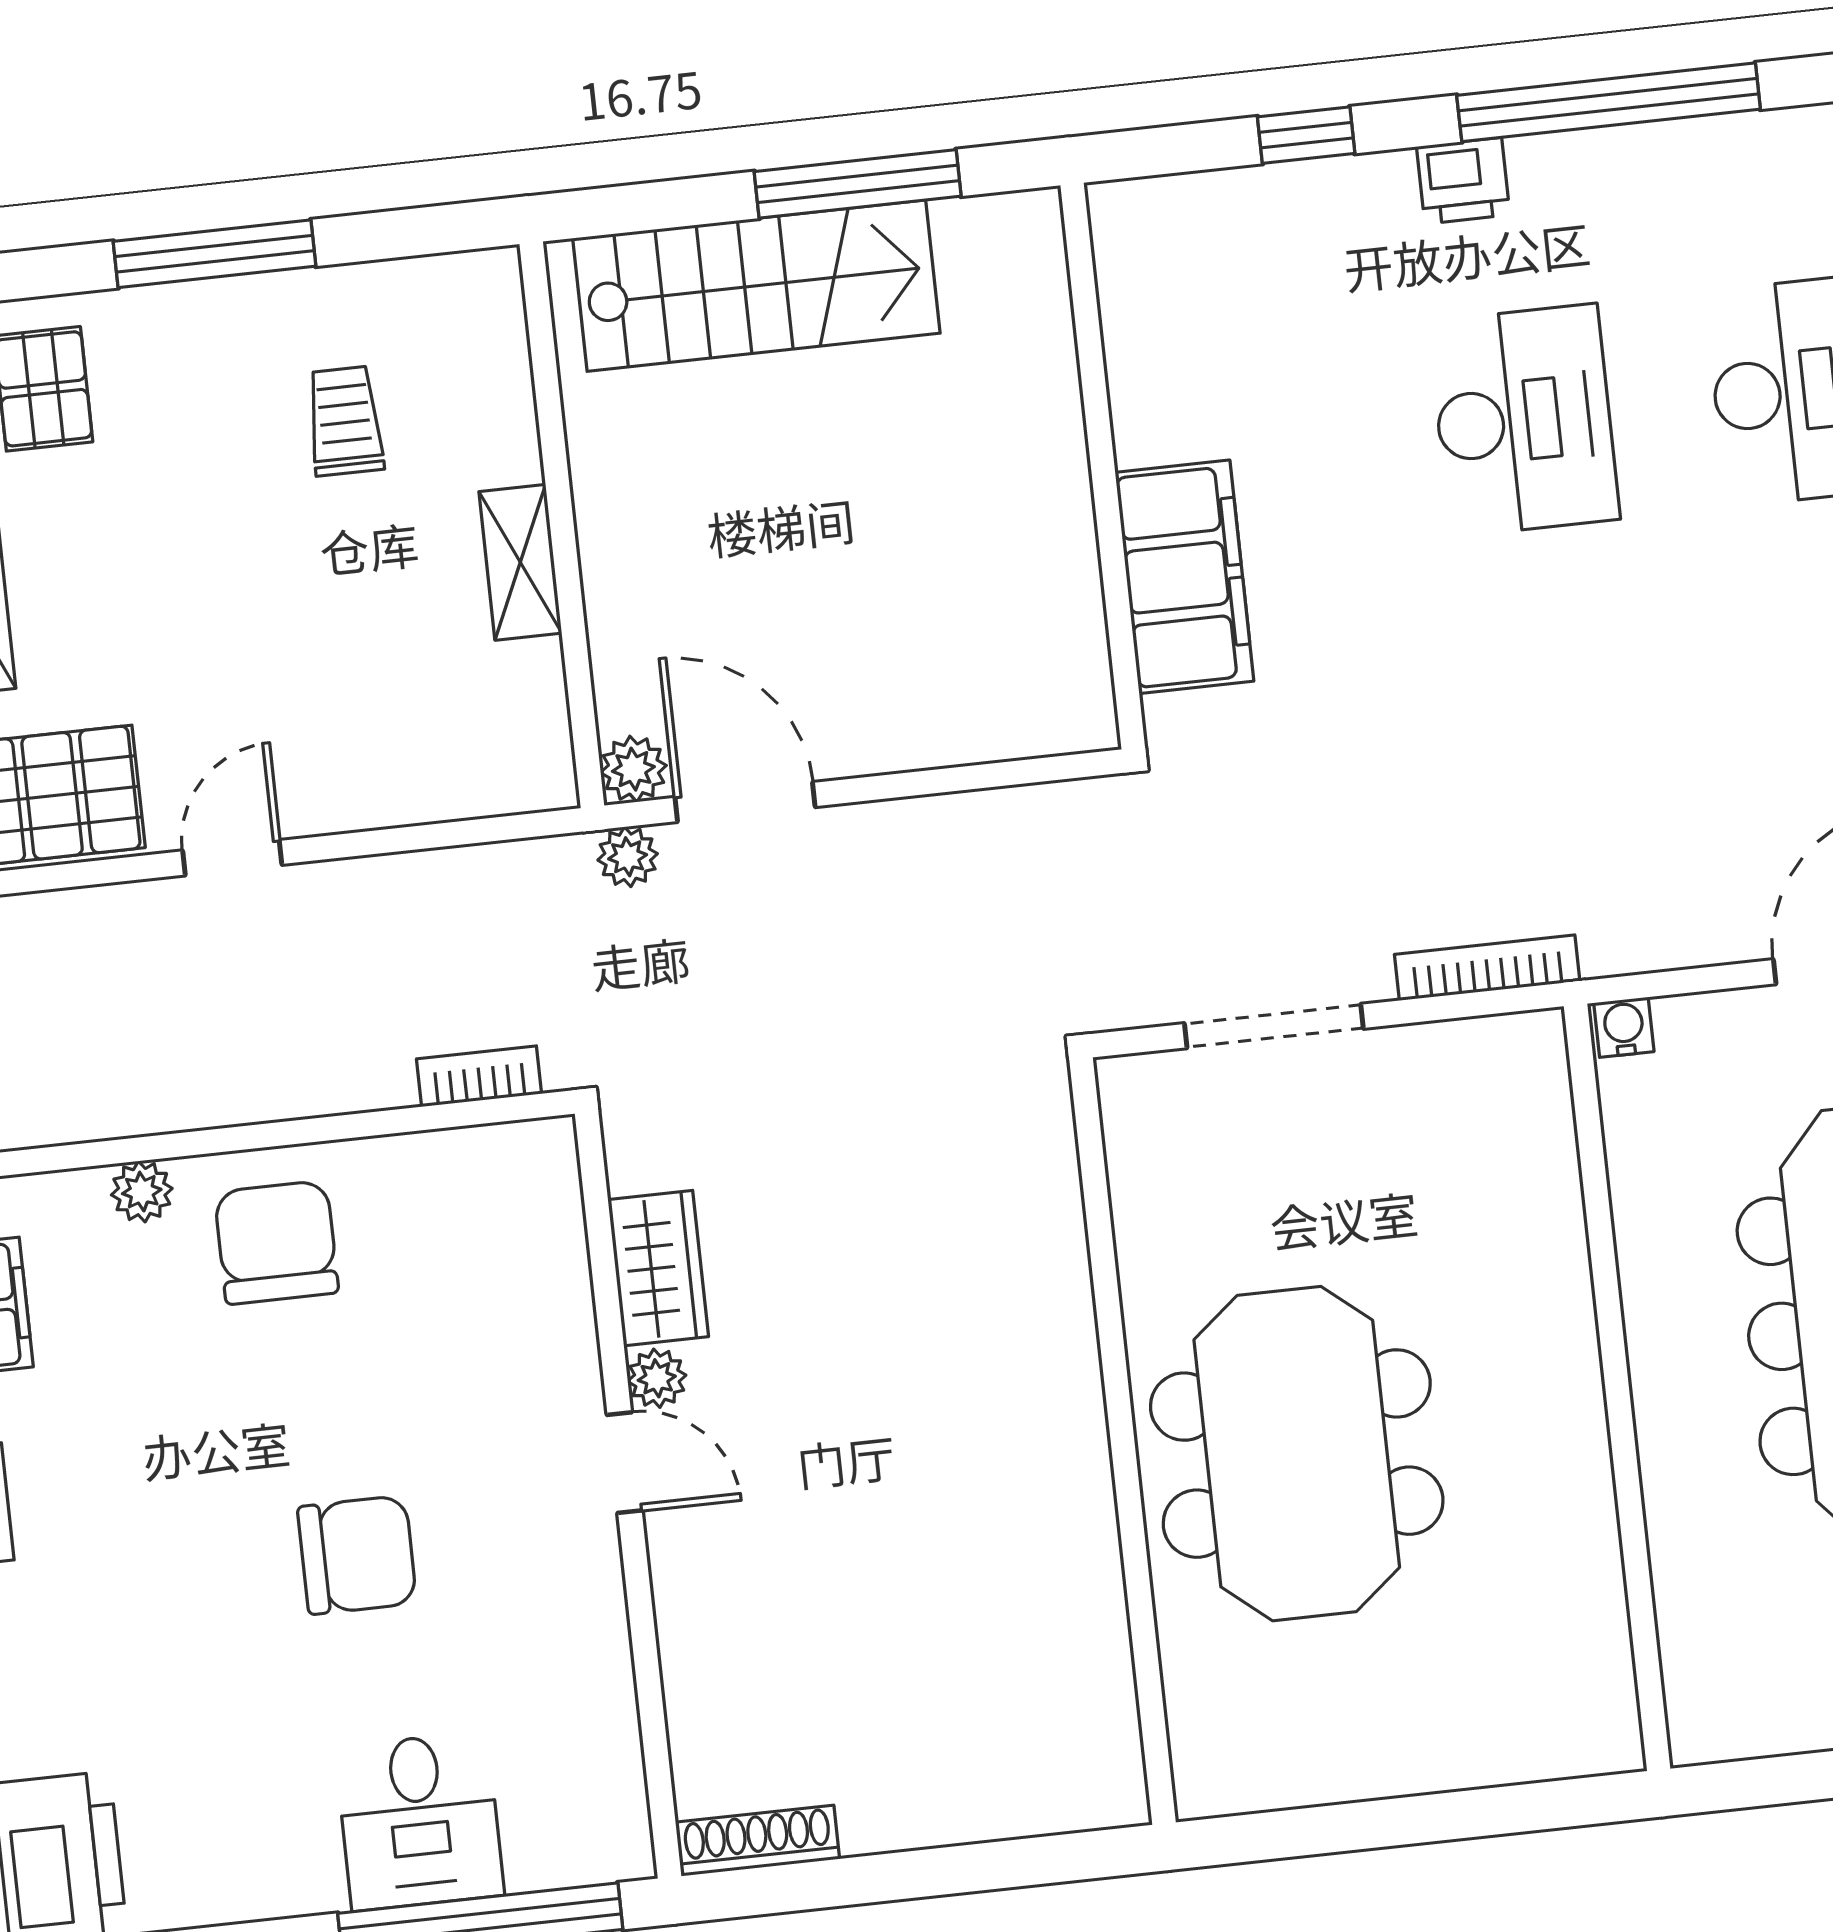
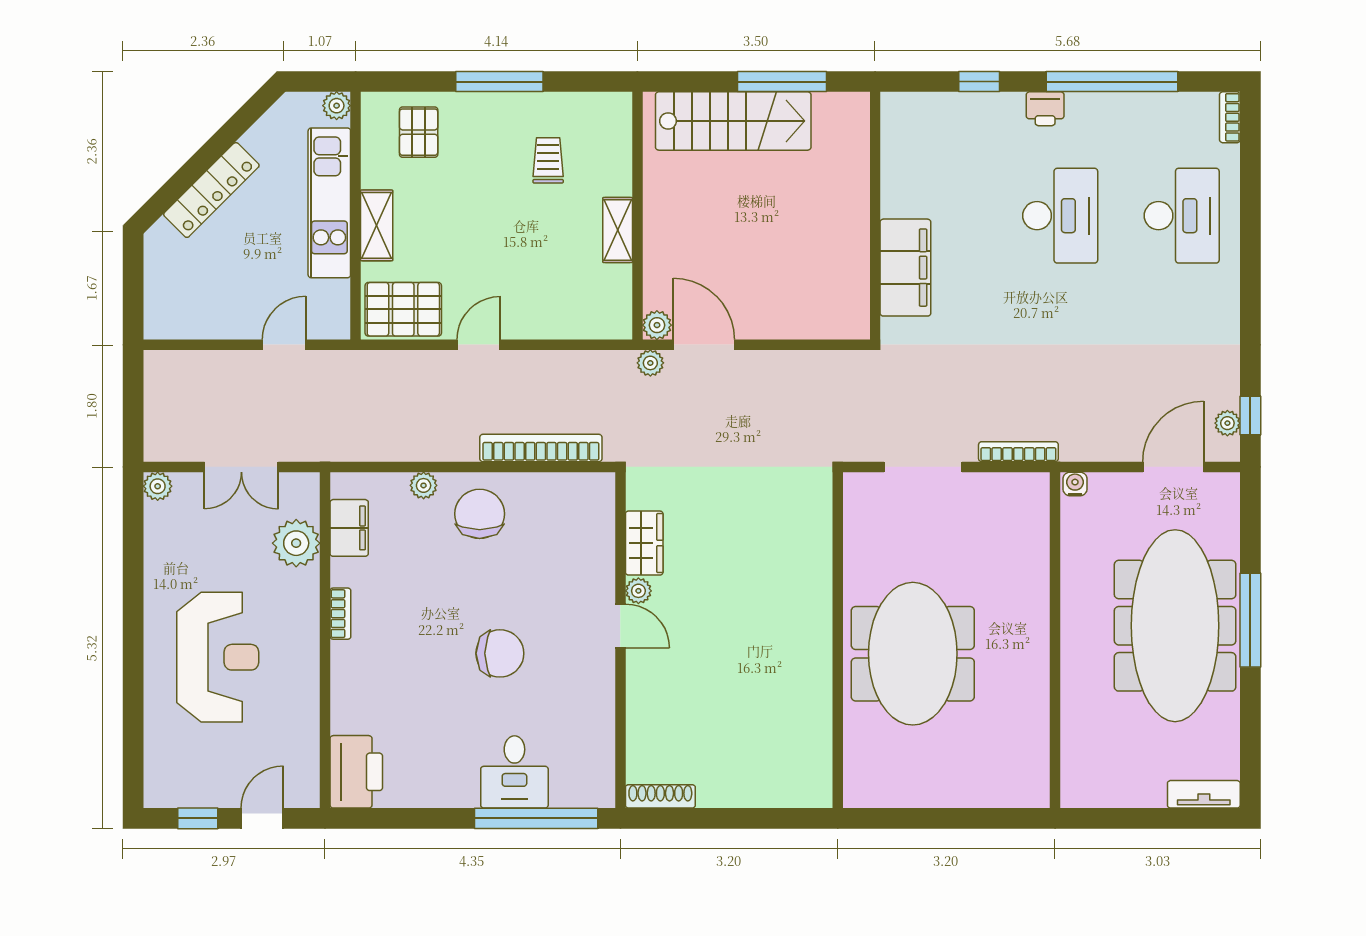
bookcase: (479, 1076) -> (541, 448), width x2.31, depth x1.31

